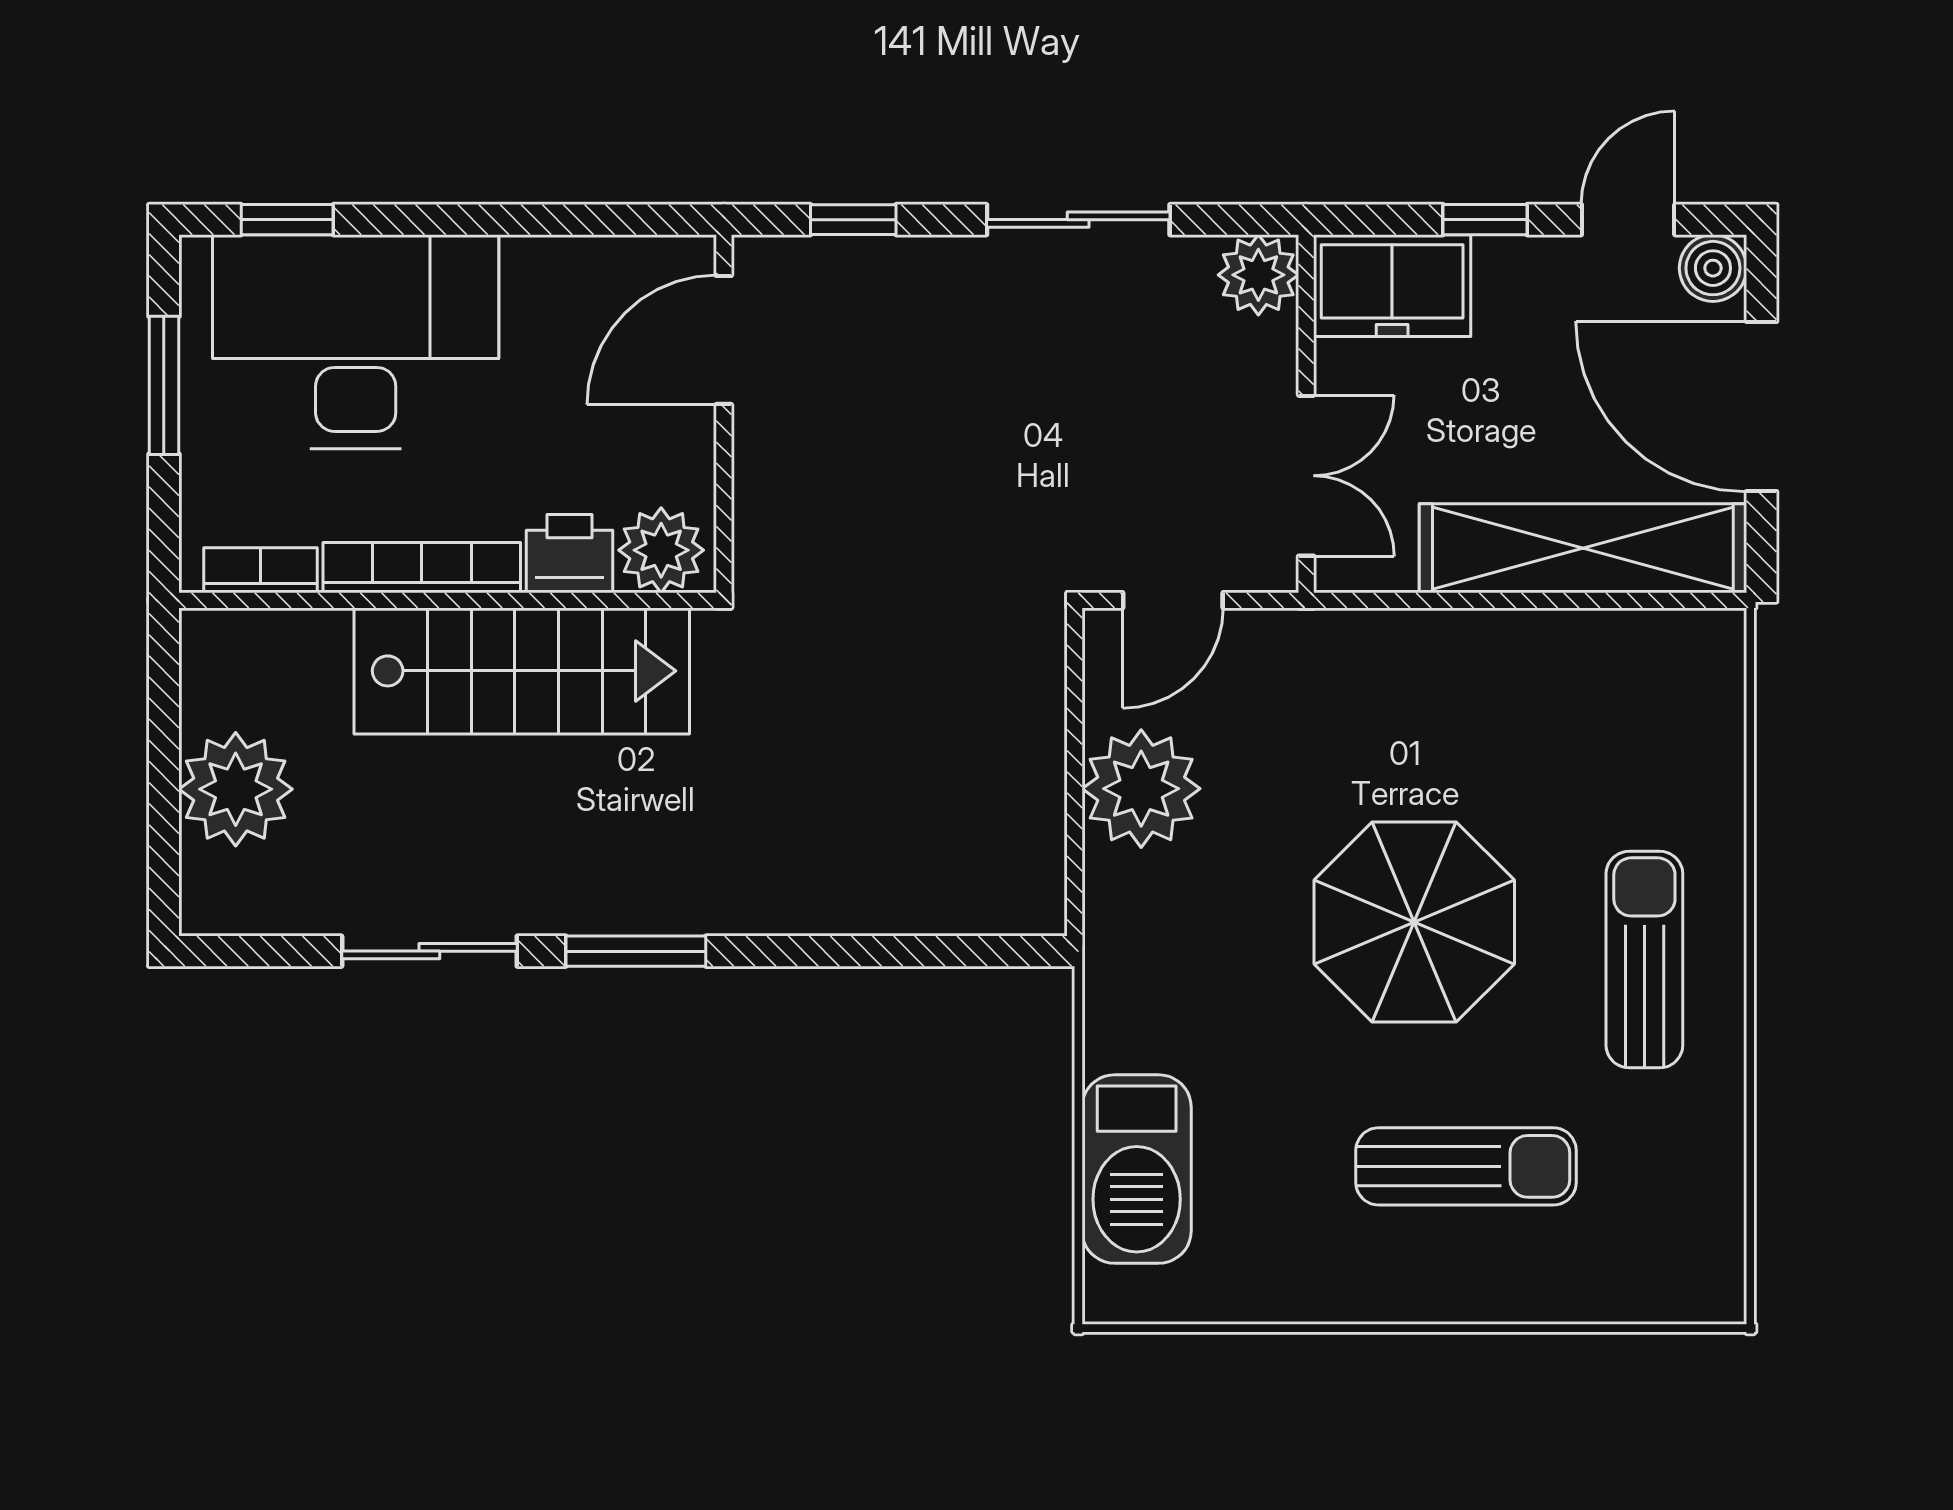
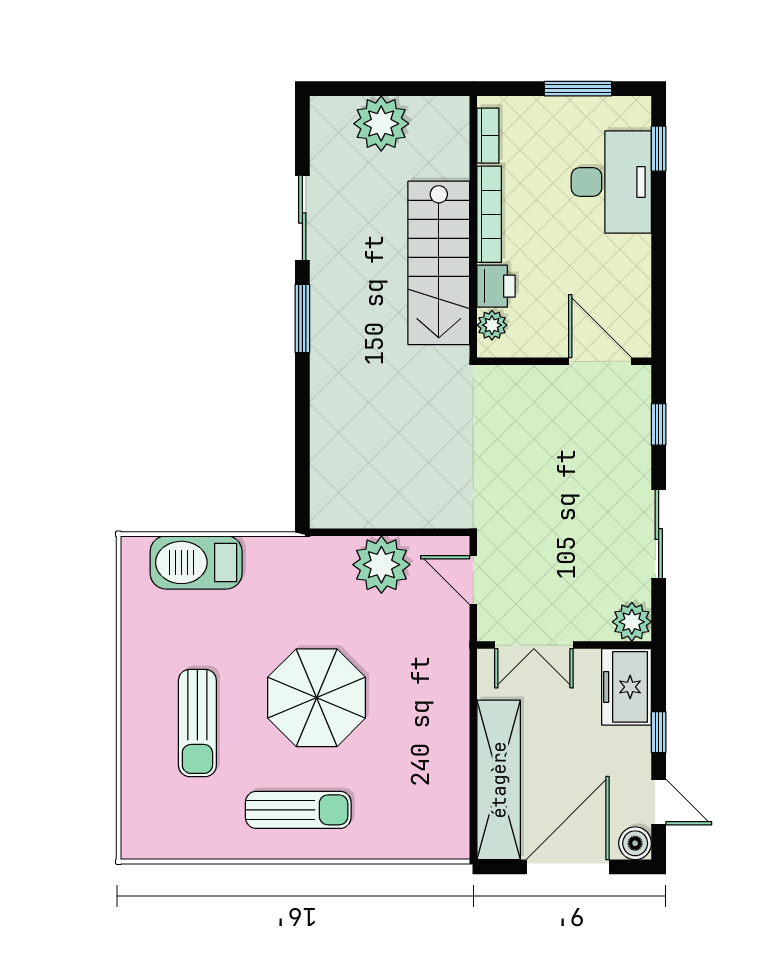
desk: (356, 342) -> (611, 182), width x0.73, depth x0.77
plant: (661, 550) -> (492, 325), width x0.73, depth x0.73

